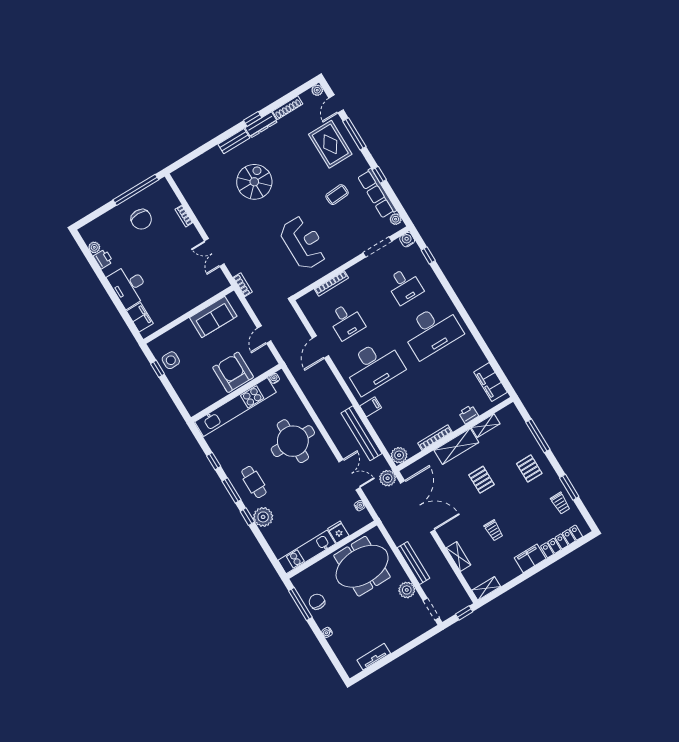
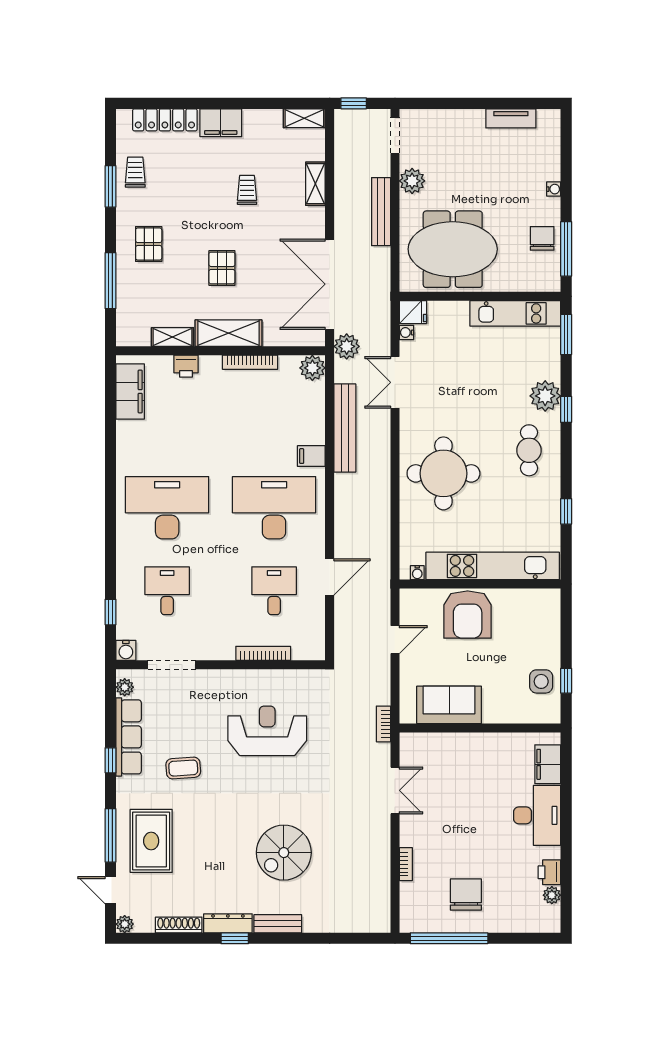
door: (336, 104) -> (110, 890), swing flipped
reception desk: (304, 243) -> (267, 731), turned 90
window: (231, 490) -> (566, 335), moved
fridge: (338, 532) -> (413, 312), moved, turned -90
chair: (317, 602) -> (542, 238), turned 180

